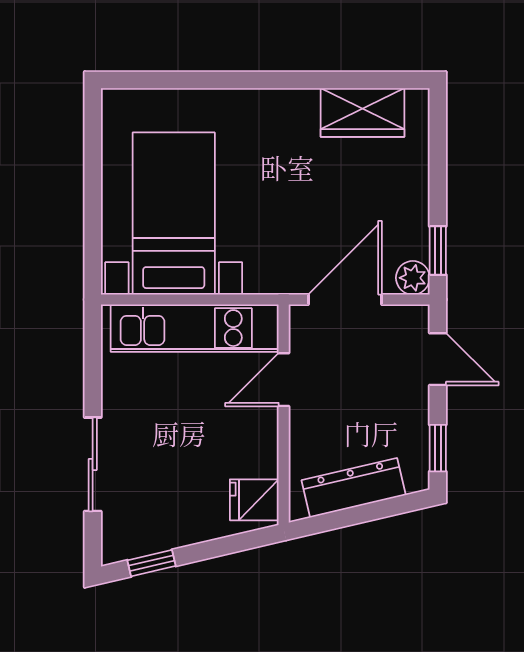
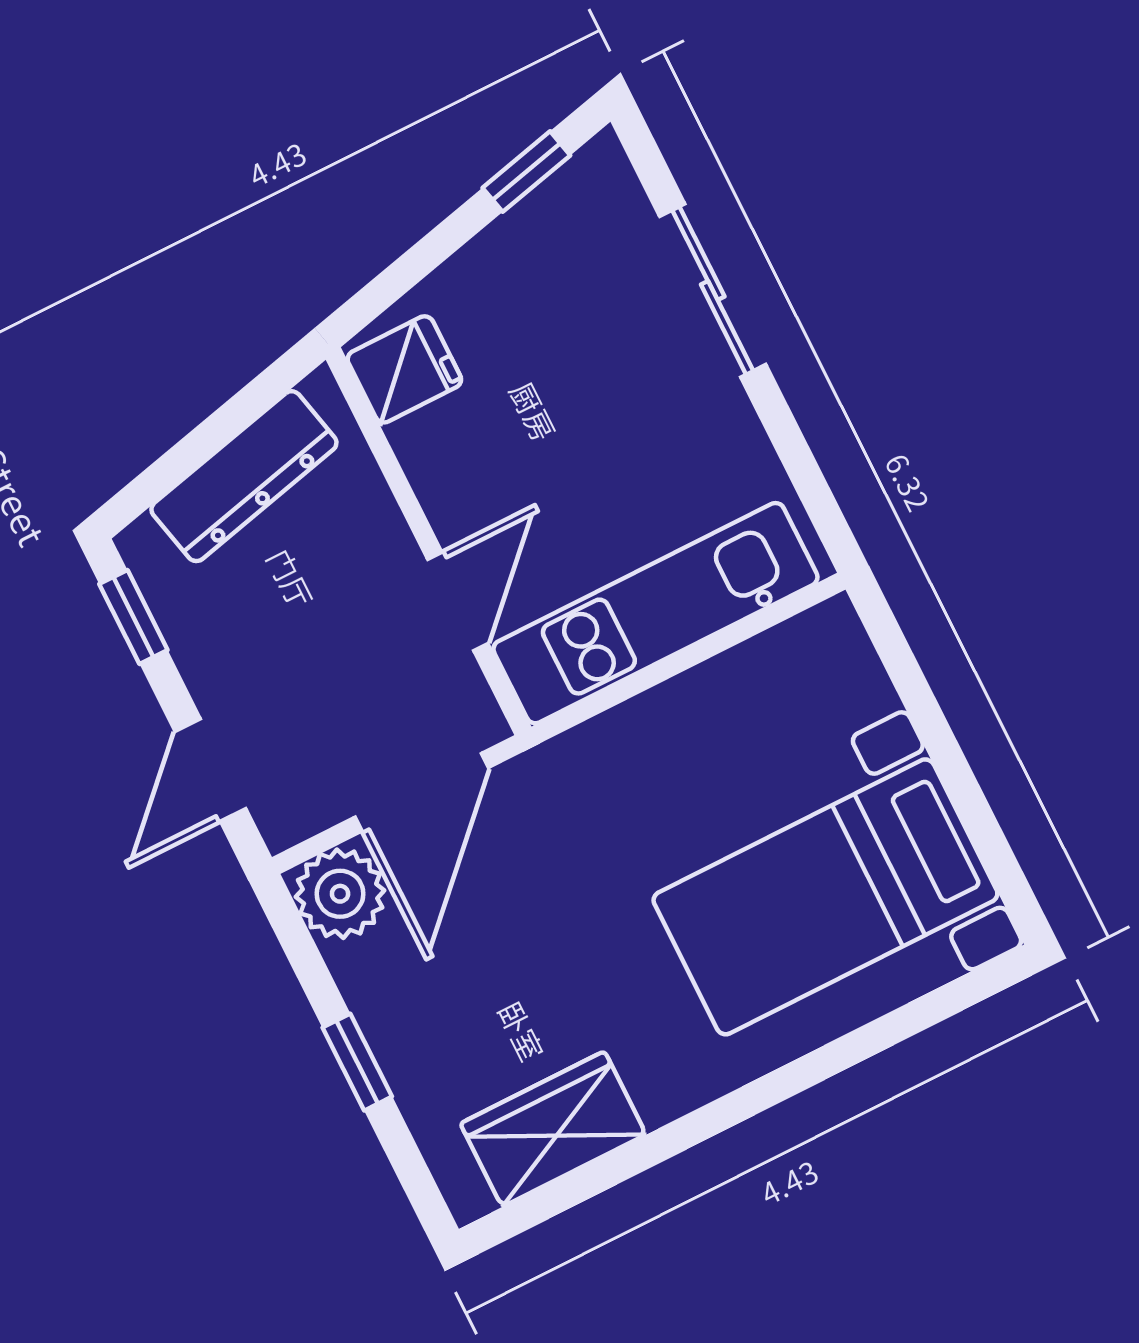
bed with nightstands: (174, 214) -> (825, 897), moved, turned 90
window: (438, 251) -> (357, 1062), moved
plant: (413, 278) -> (340, 894), width x1.38, depth x1.38
door: (438, 359) -> (210, 770), hinge flipped

